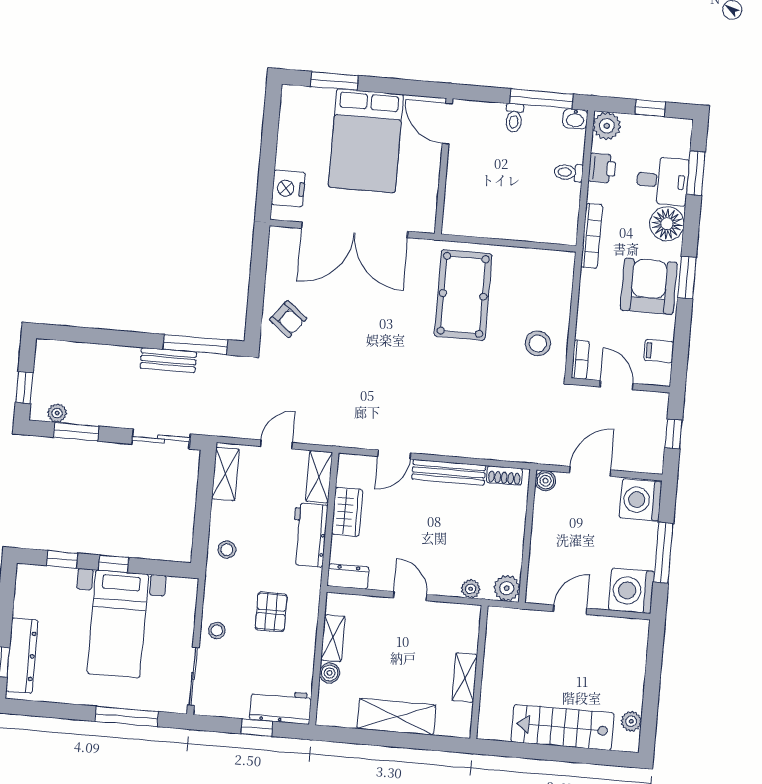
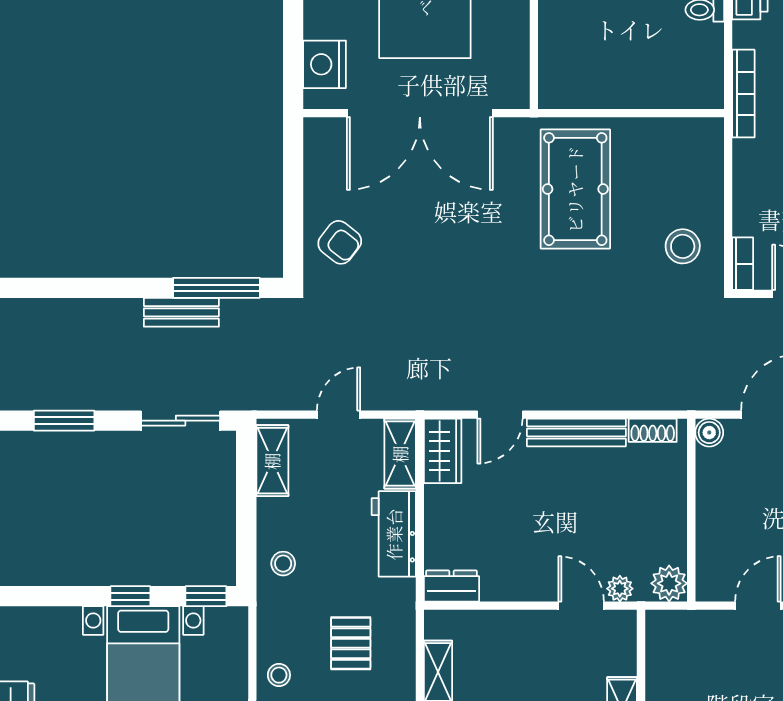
plant: (57, 413) -> (36, 397), removed
wardrobe: (347, 512) -> (443, 451), moved
window: (62, 559) -> (206, 596), moved
door: (410, 596) -> (581, 606), moved

